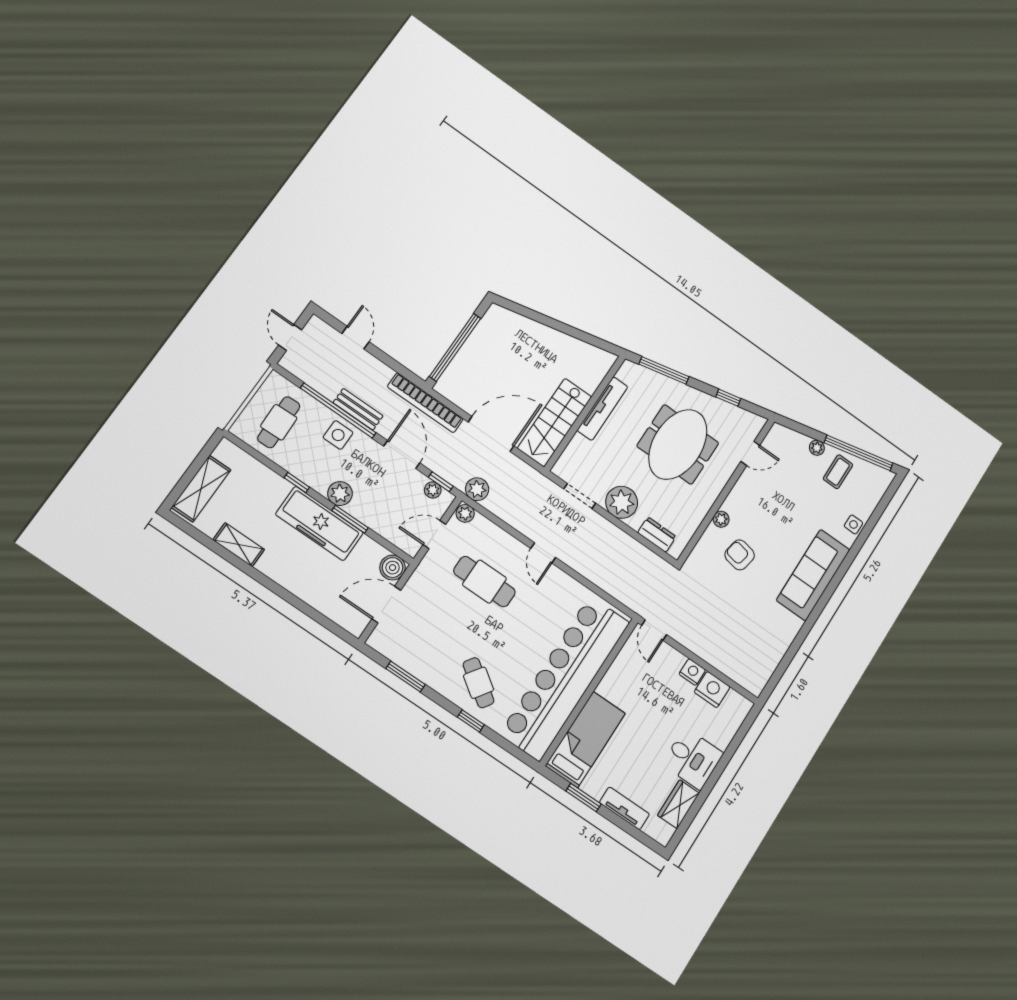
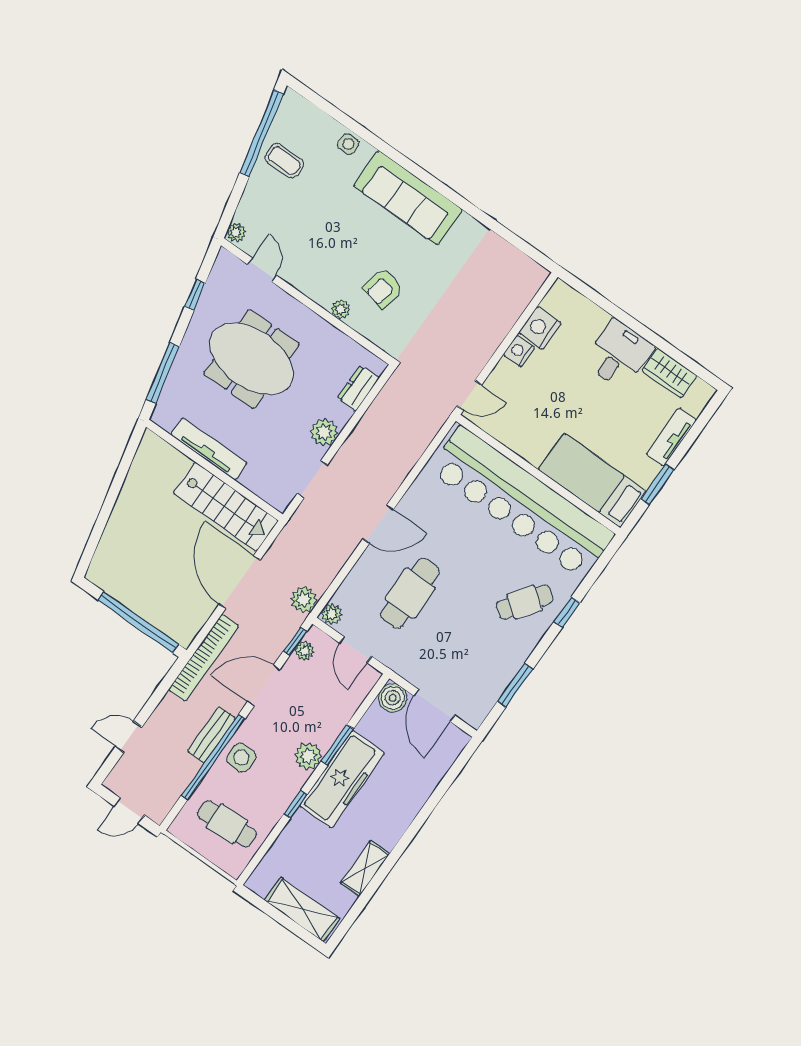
plant: (817, 448) -> (236, 232), moved
plant: (622, 502) -> (324, 432), width x0.73, depth x0.73
door: (543, 553) -> (378, 524), width x1.37

